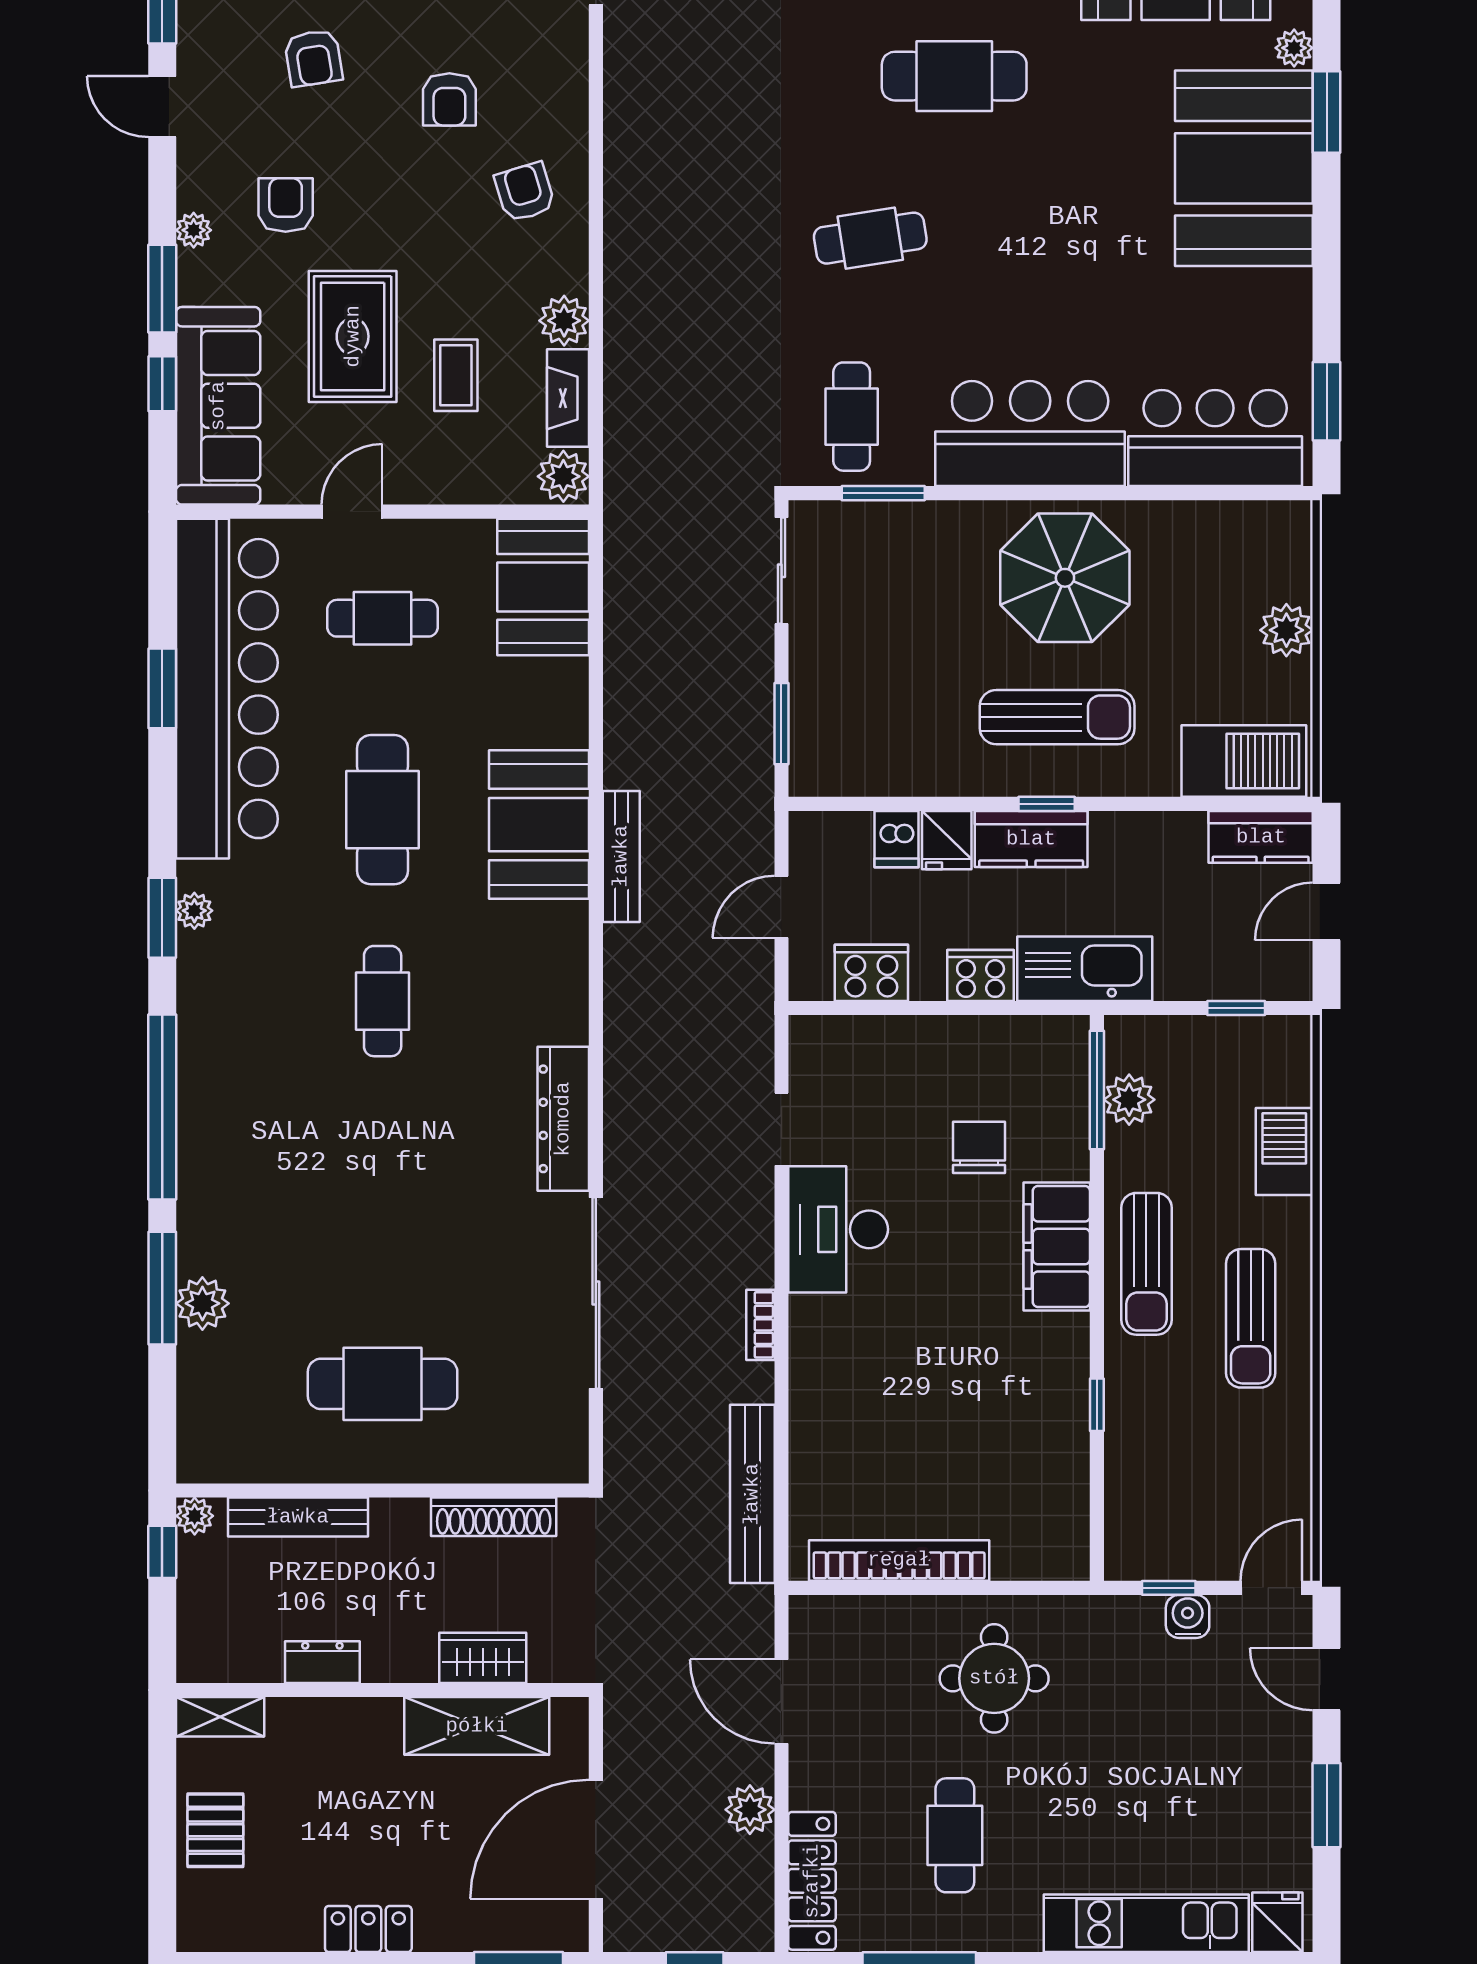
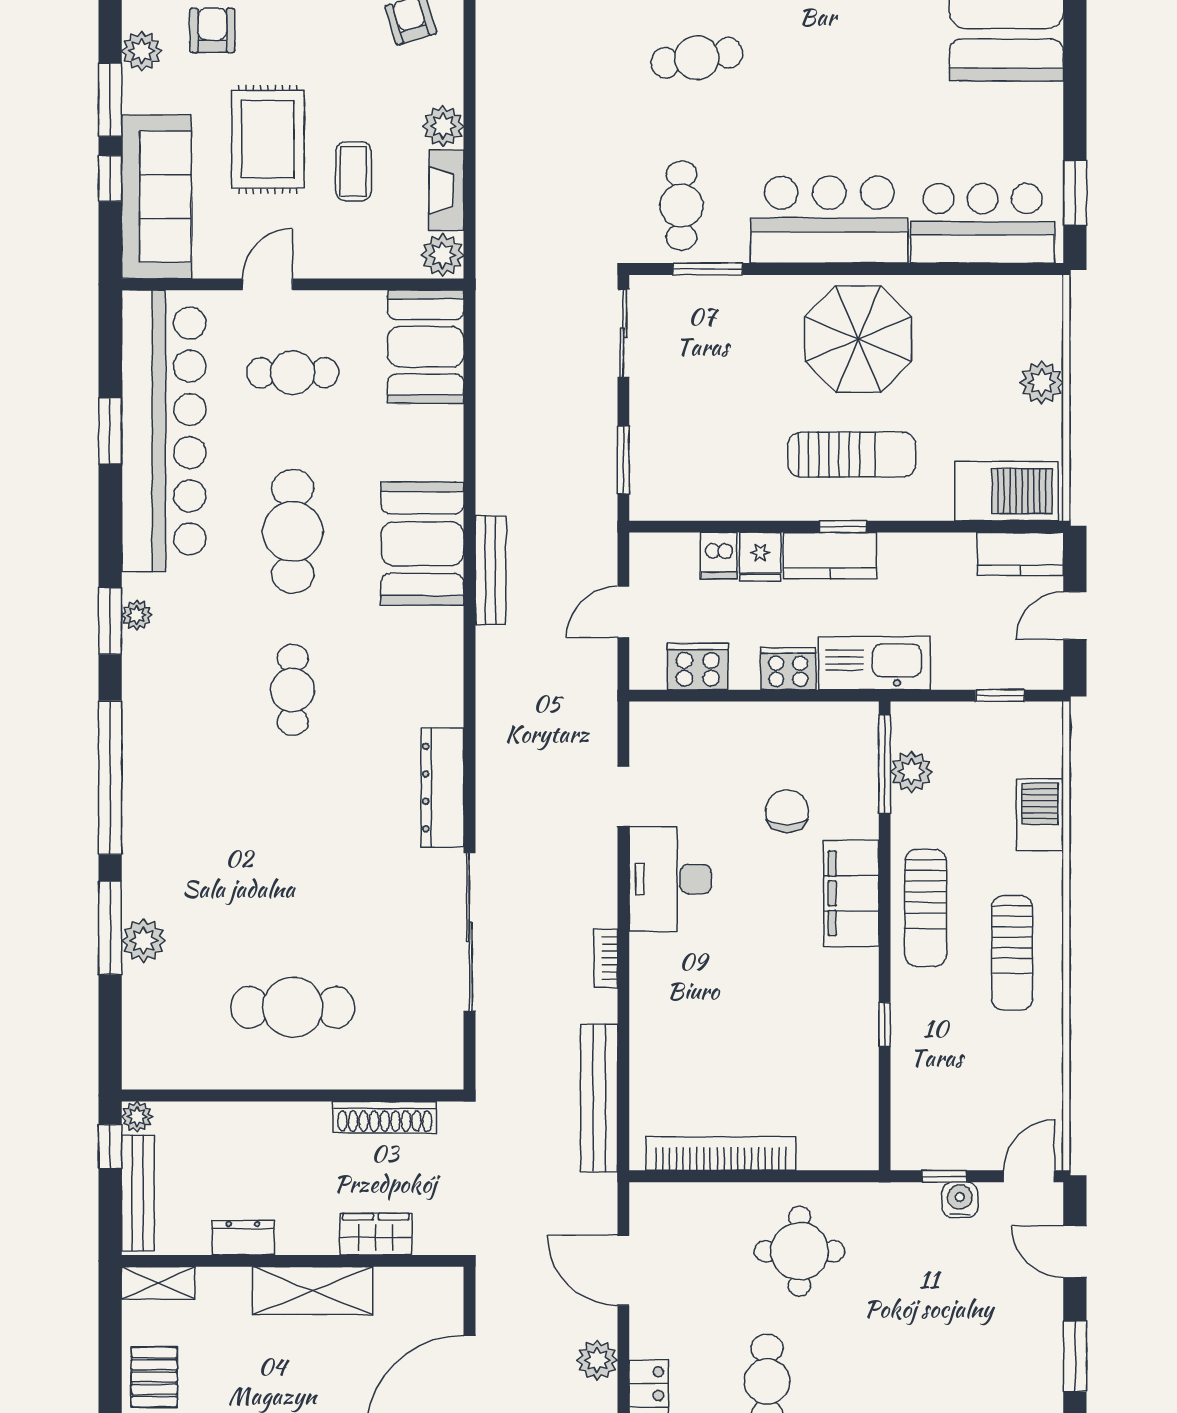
plant: (194, 230) -> (142, 51), width x1.38, depth x1.38
bench: (298, 1517) -> (138, 1193), moved, turned 90
shelving: (477, 1726) -> (312, 1291), moved

